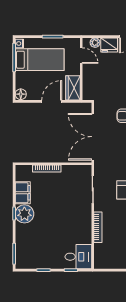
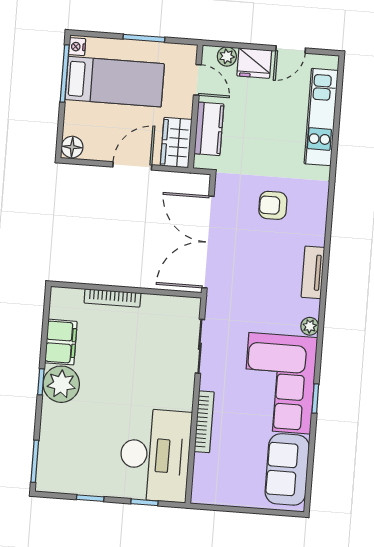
kitchen counter: (89, 80) -> (209, 129), added
desk: (78, 257) -> (155, 455), width x1.87, depth x1.30

